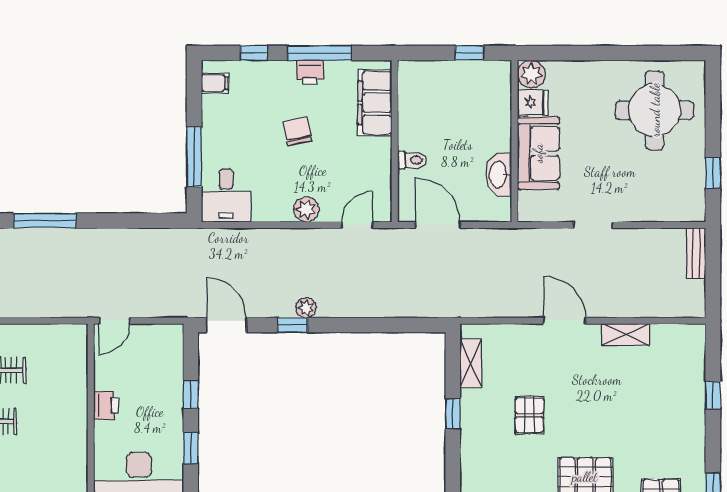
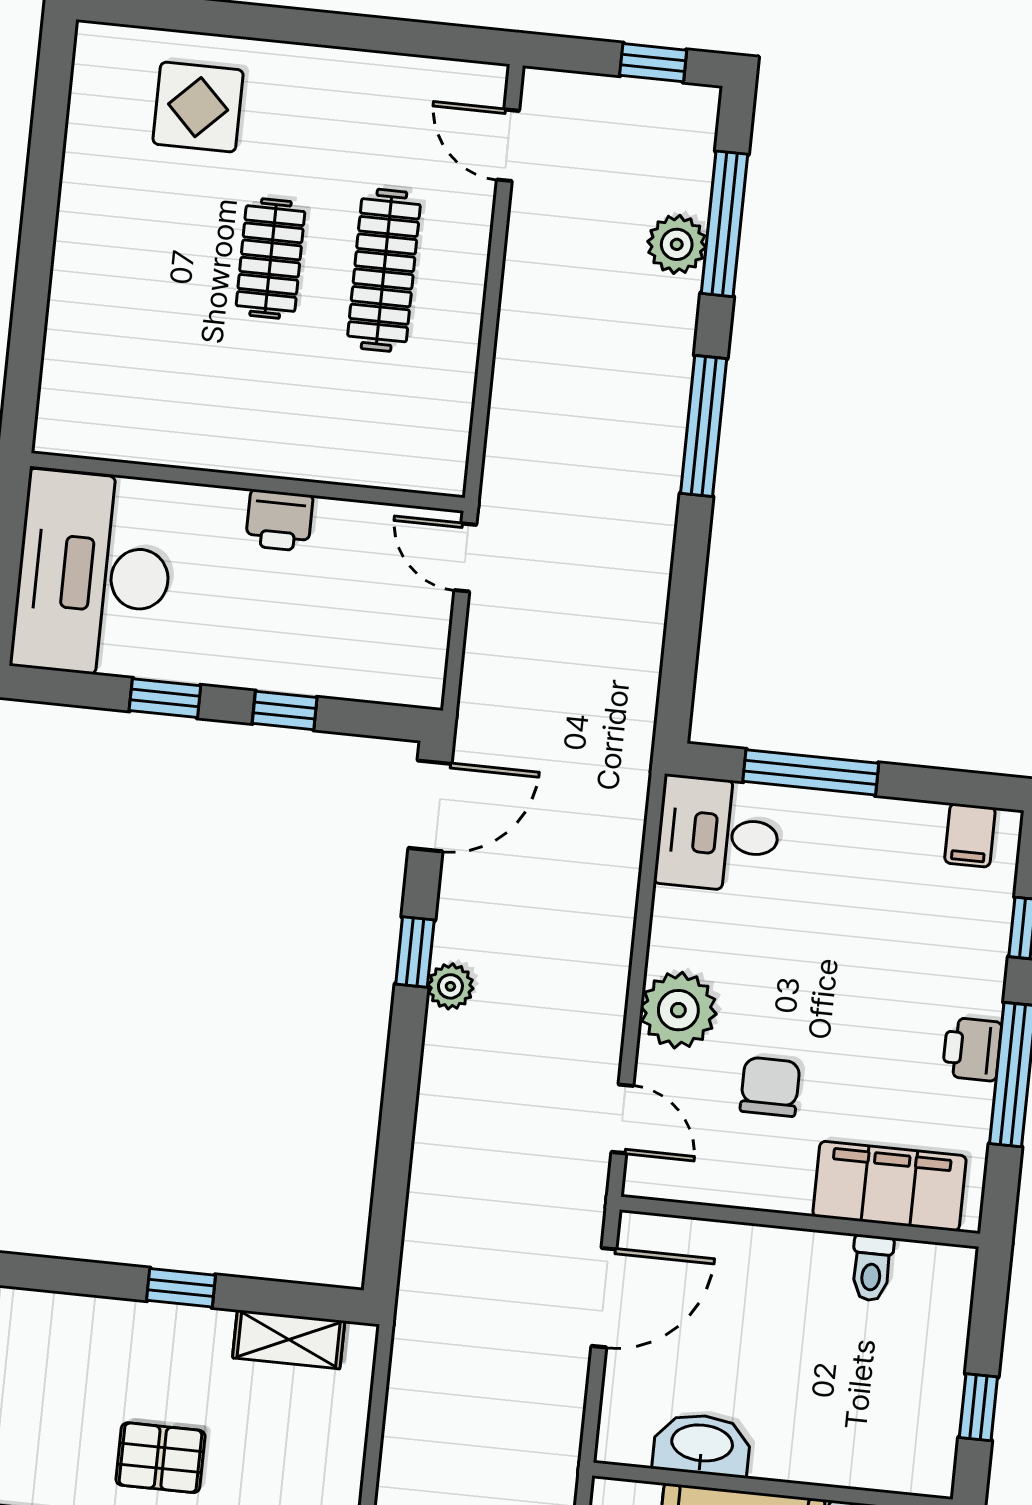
chair: (298, 131) -> (770, 1087), moved, turned -78
toilet: (412, 160) -> (872, 1268), moved
plant: (306, 210) -> (678, 1010), width x1.36, depth x1.36

